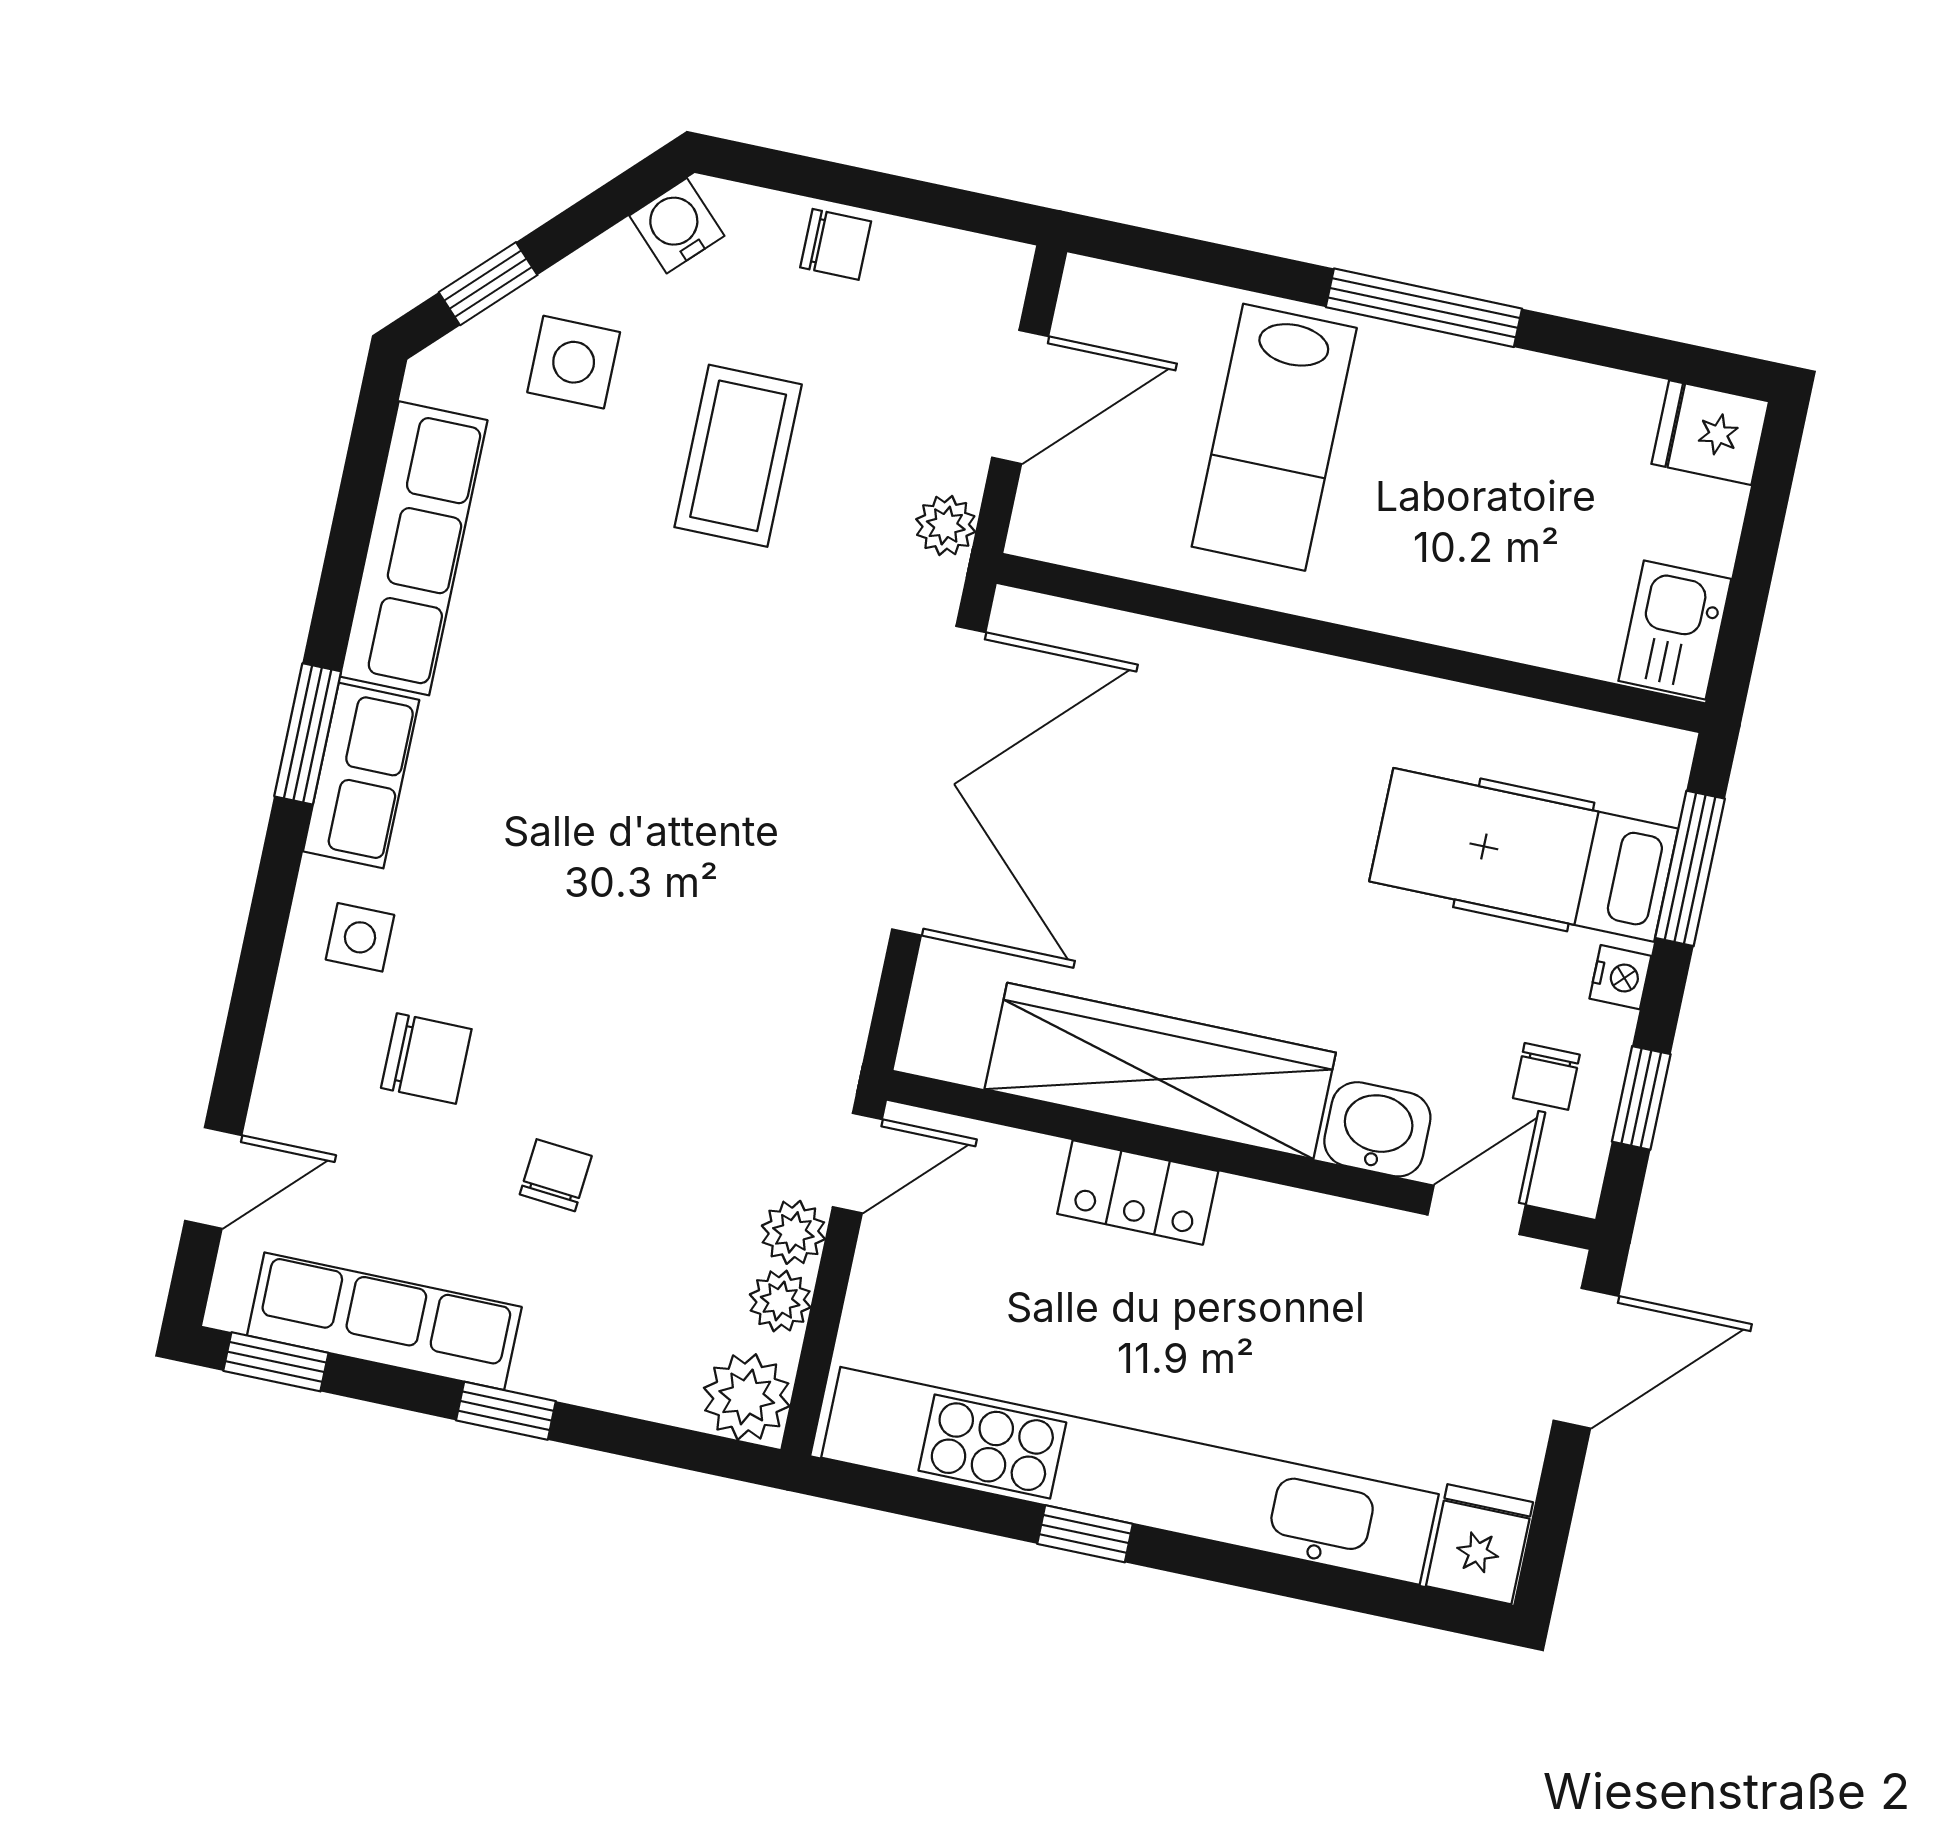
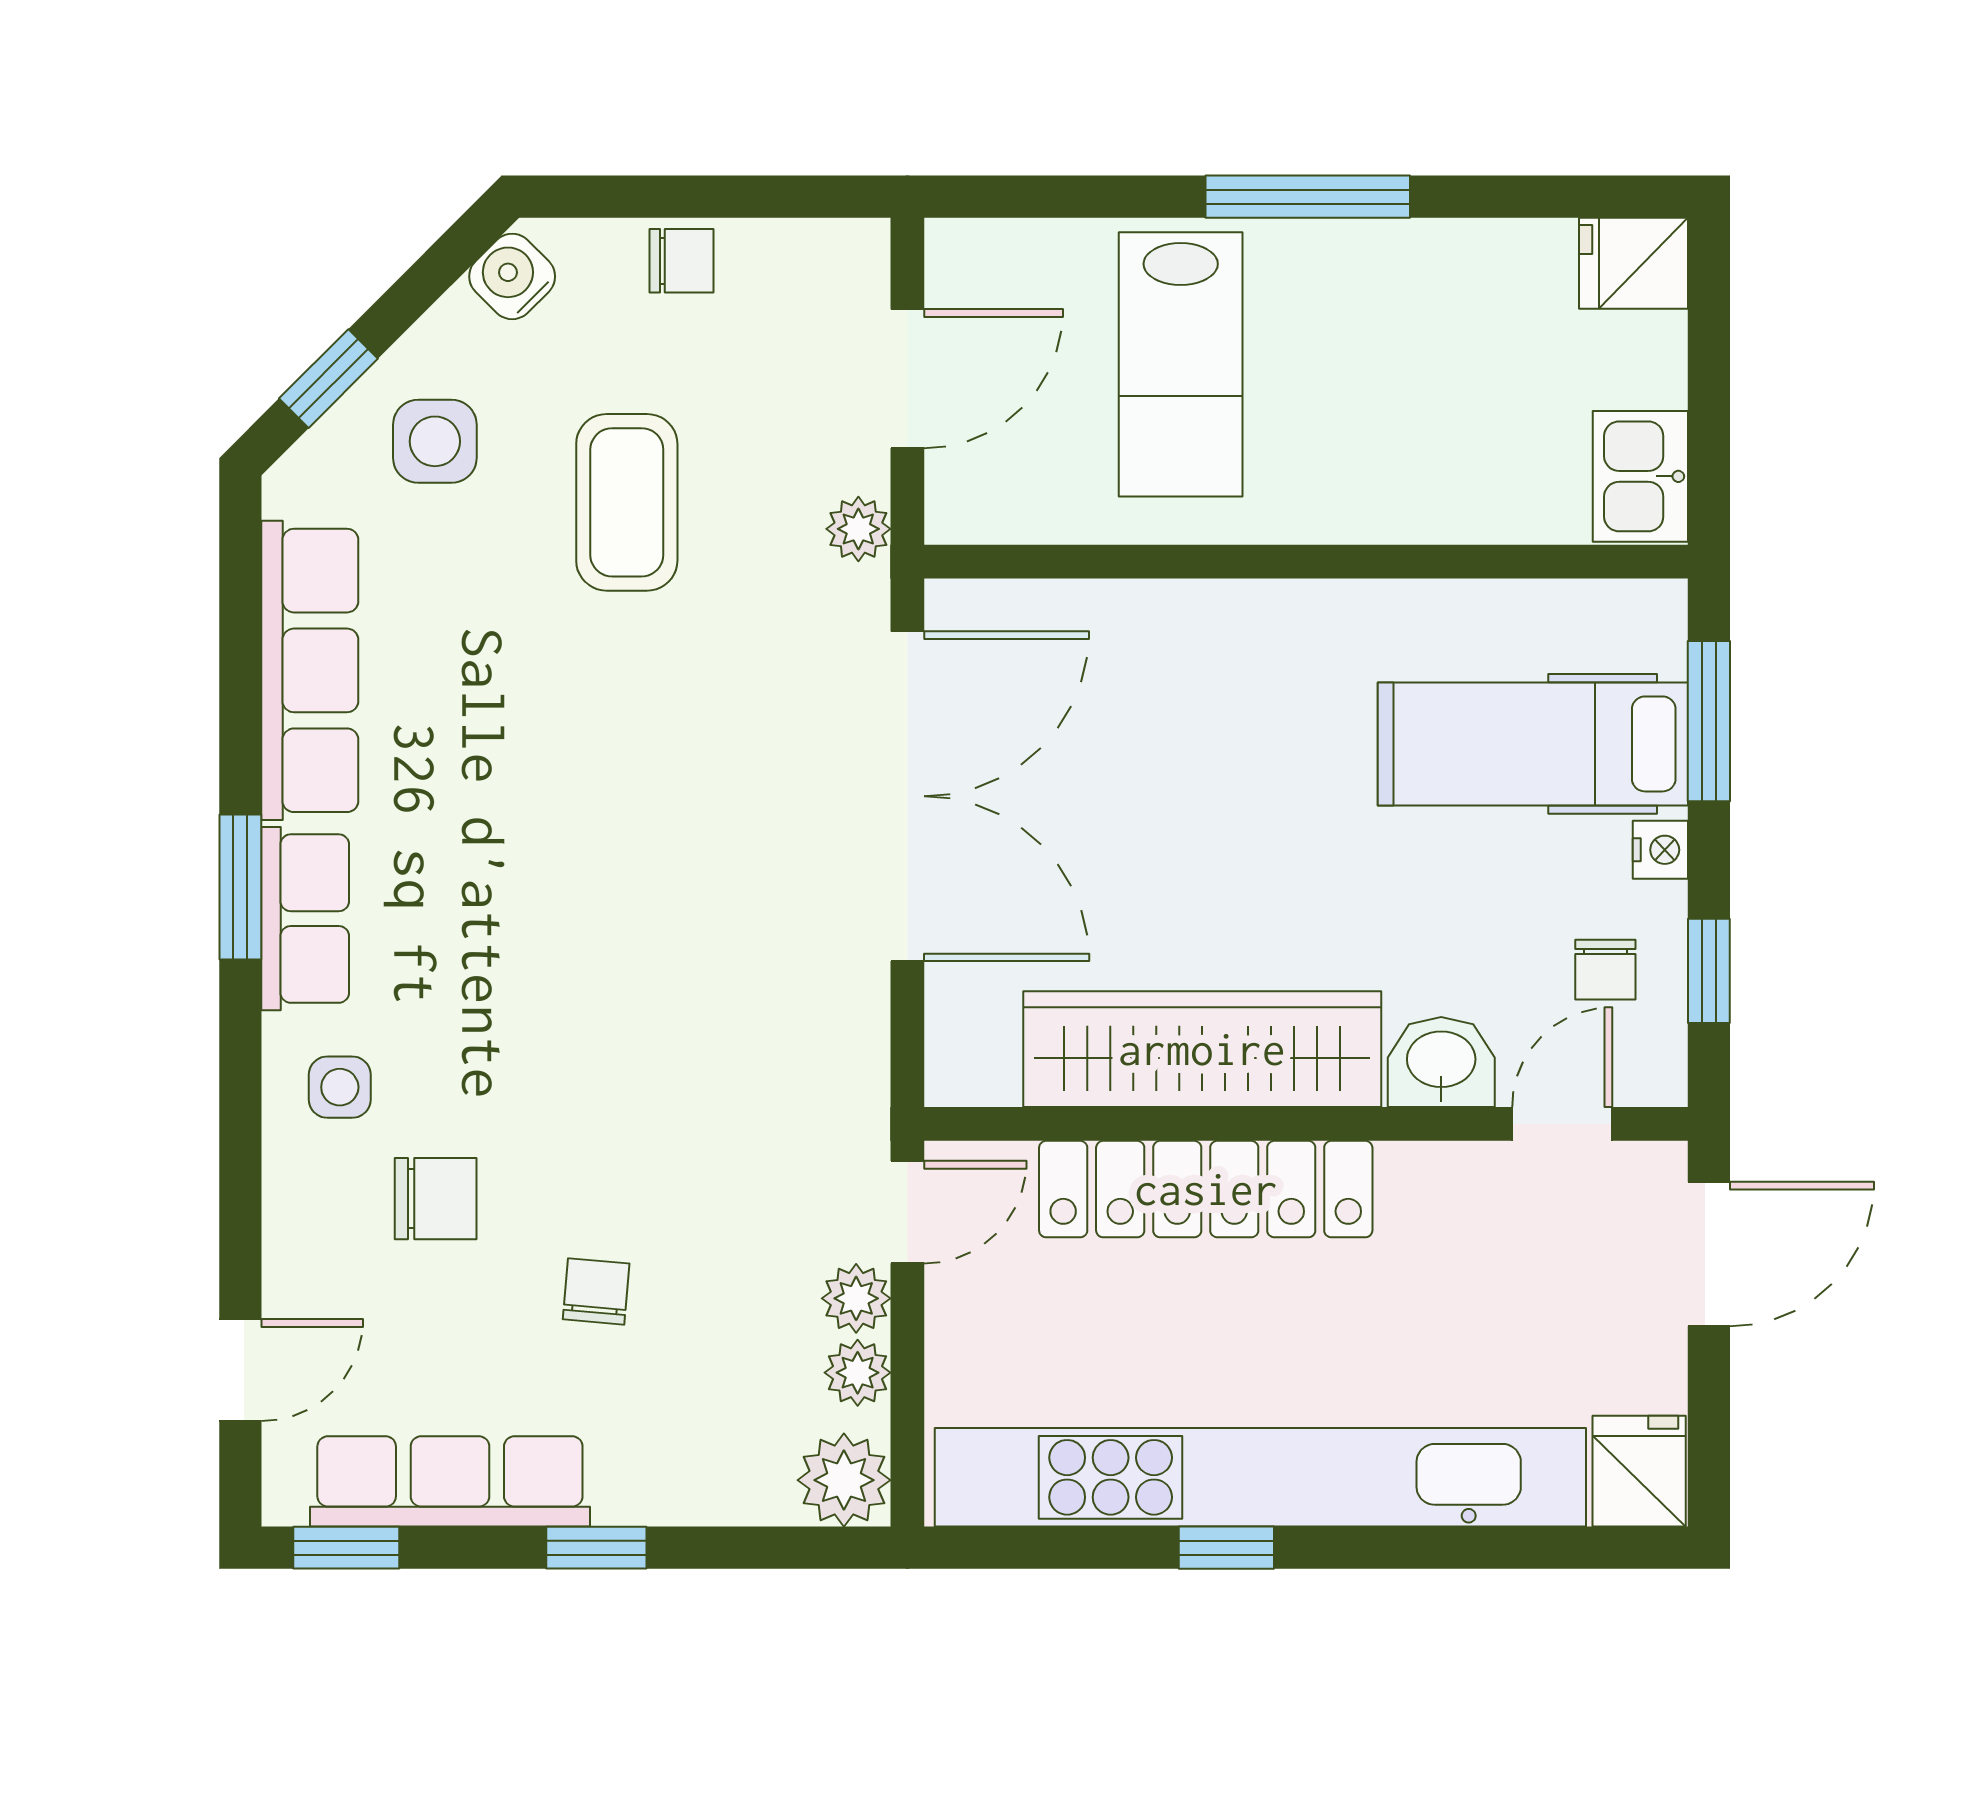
locker: (1138, 1193) -> (1206, 1189), width x2.16, depth x1.21

